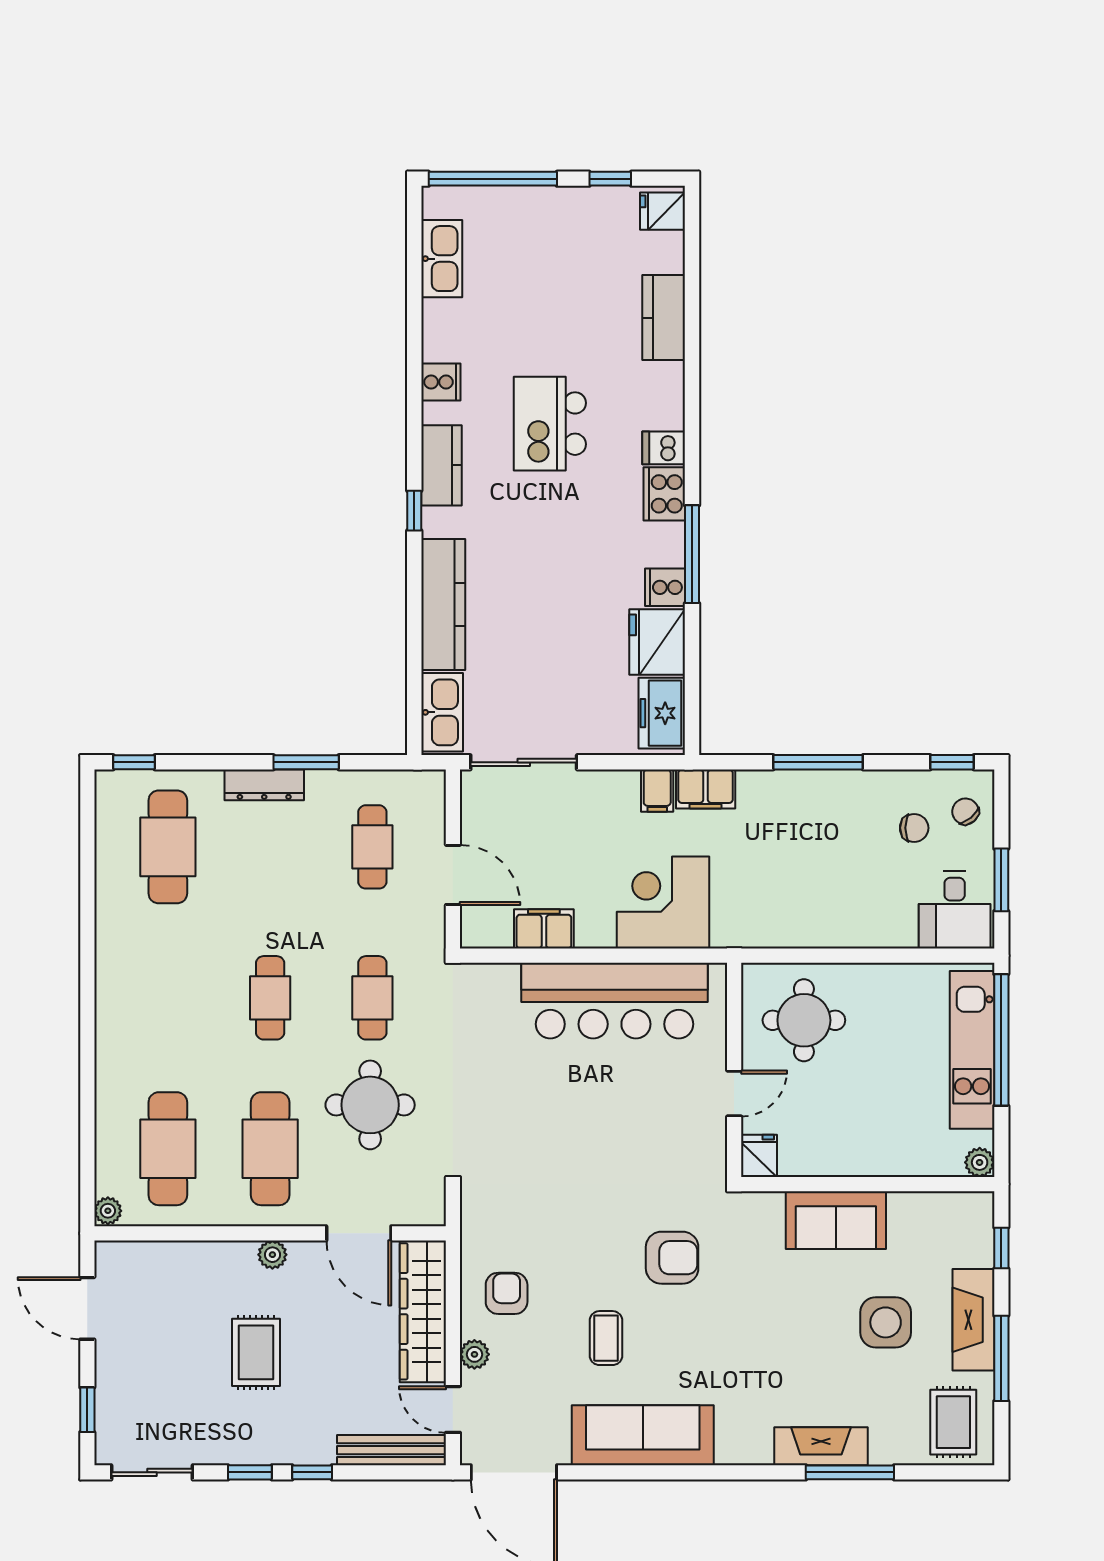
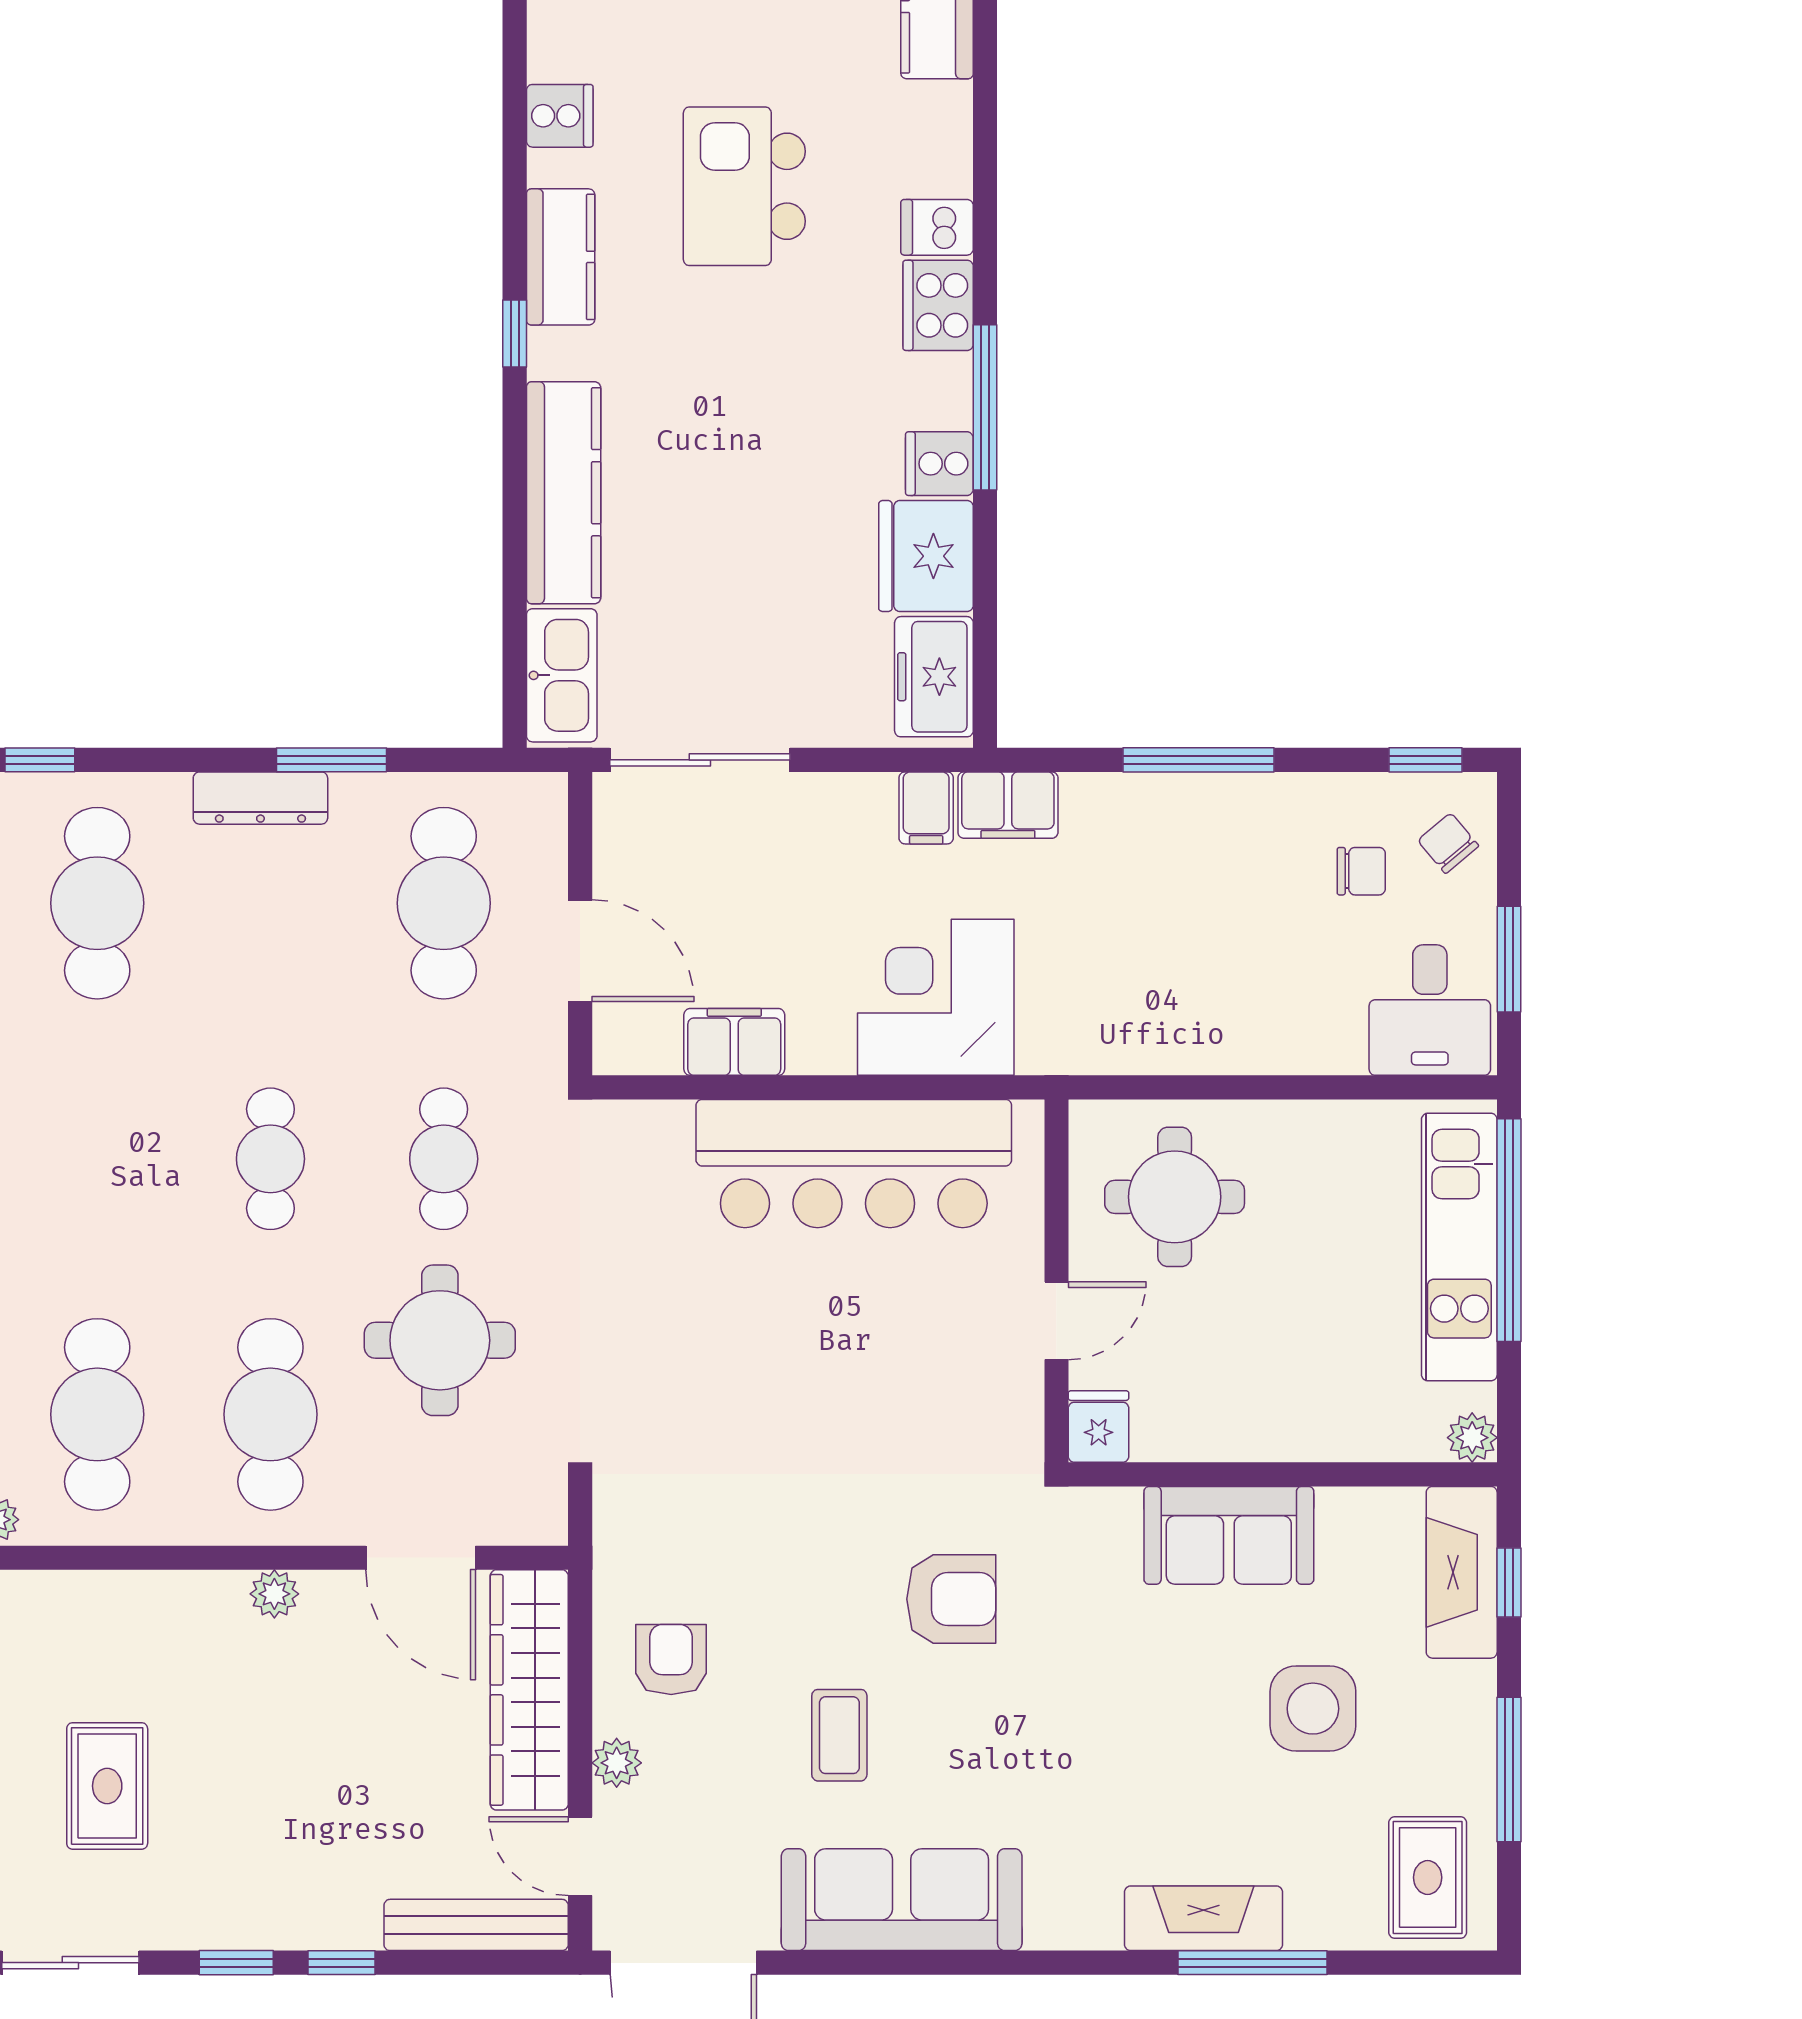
cafe table: (372, 847) -> (444, 903), width x1.37, depth x1.35
fireplace: (973, 1320) -> (1462, 1572), moved
rug: (256, 1352) -> (107, 1786), moved

